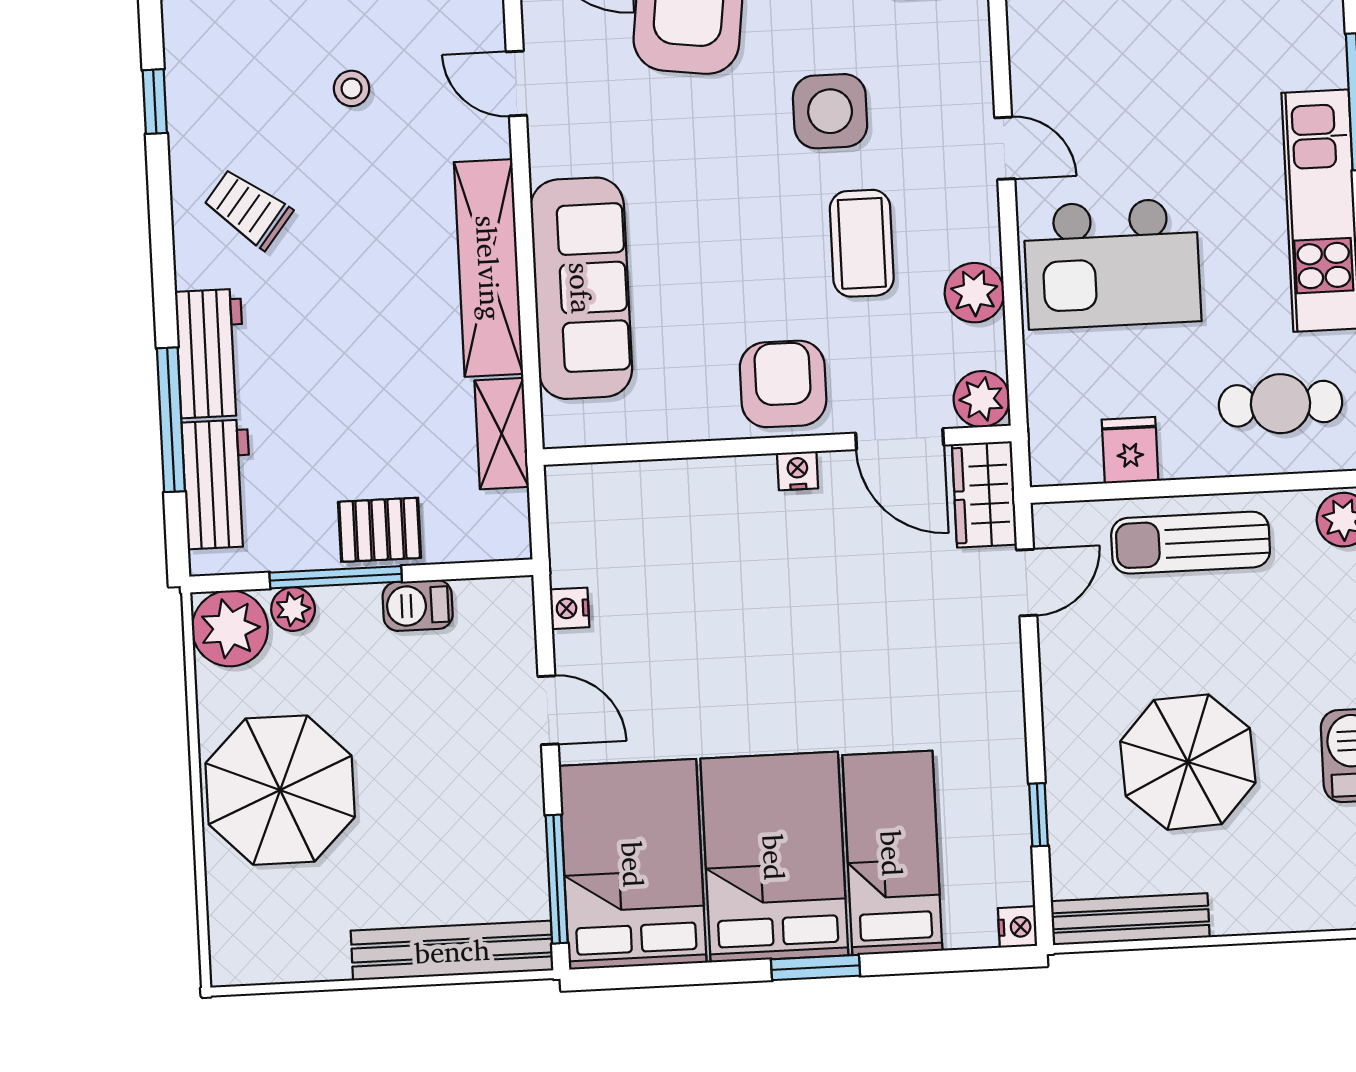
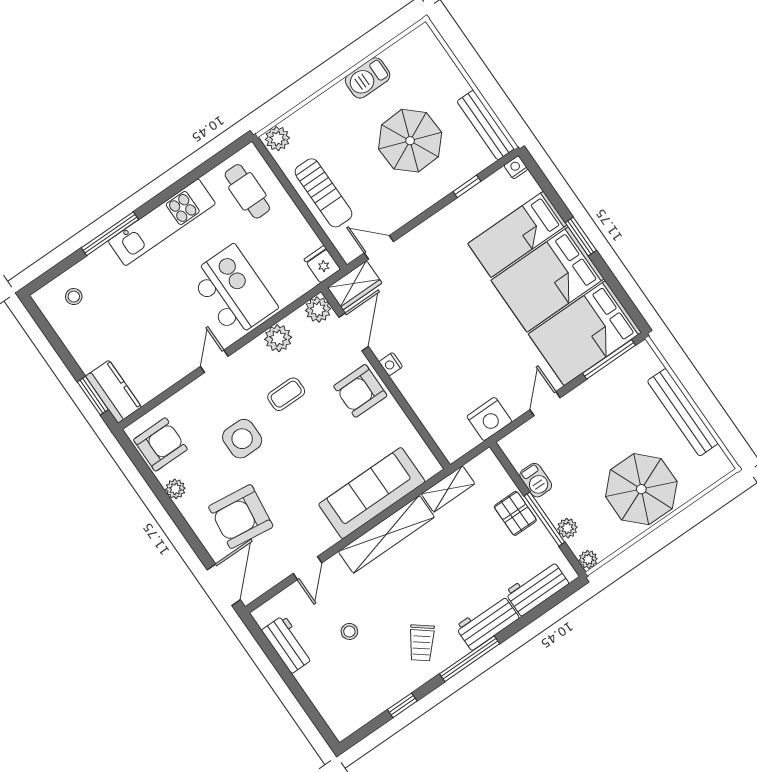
coffee table: (862, 243) -> (286, 394), width x0.73, depth x0.77
window: (171, 420) -> (470, 659), moved
fridge: (1130, 450) -> (322, 264), moved, turned 90
nightstand: (570, 608) -> (489, 419), width x1.89, depth x1.79
plant: (230, 628) -> (588, 559), width x0.53, depth x0.53
bench: (452, 951) -> (683, 412), moved

